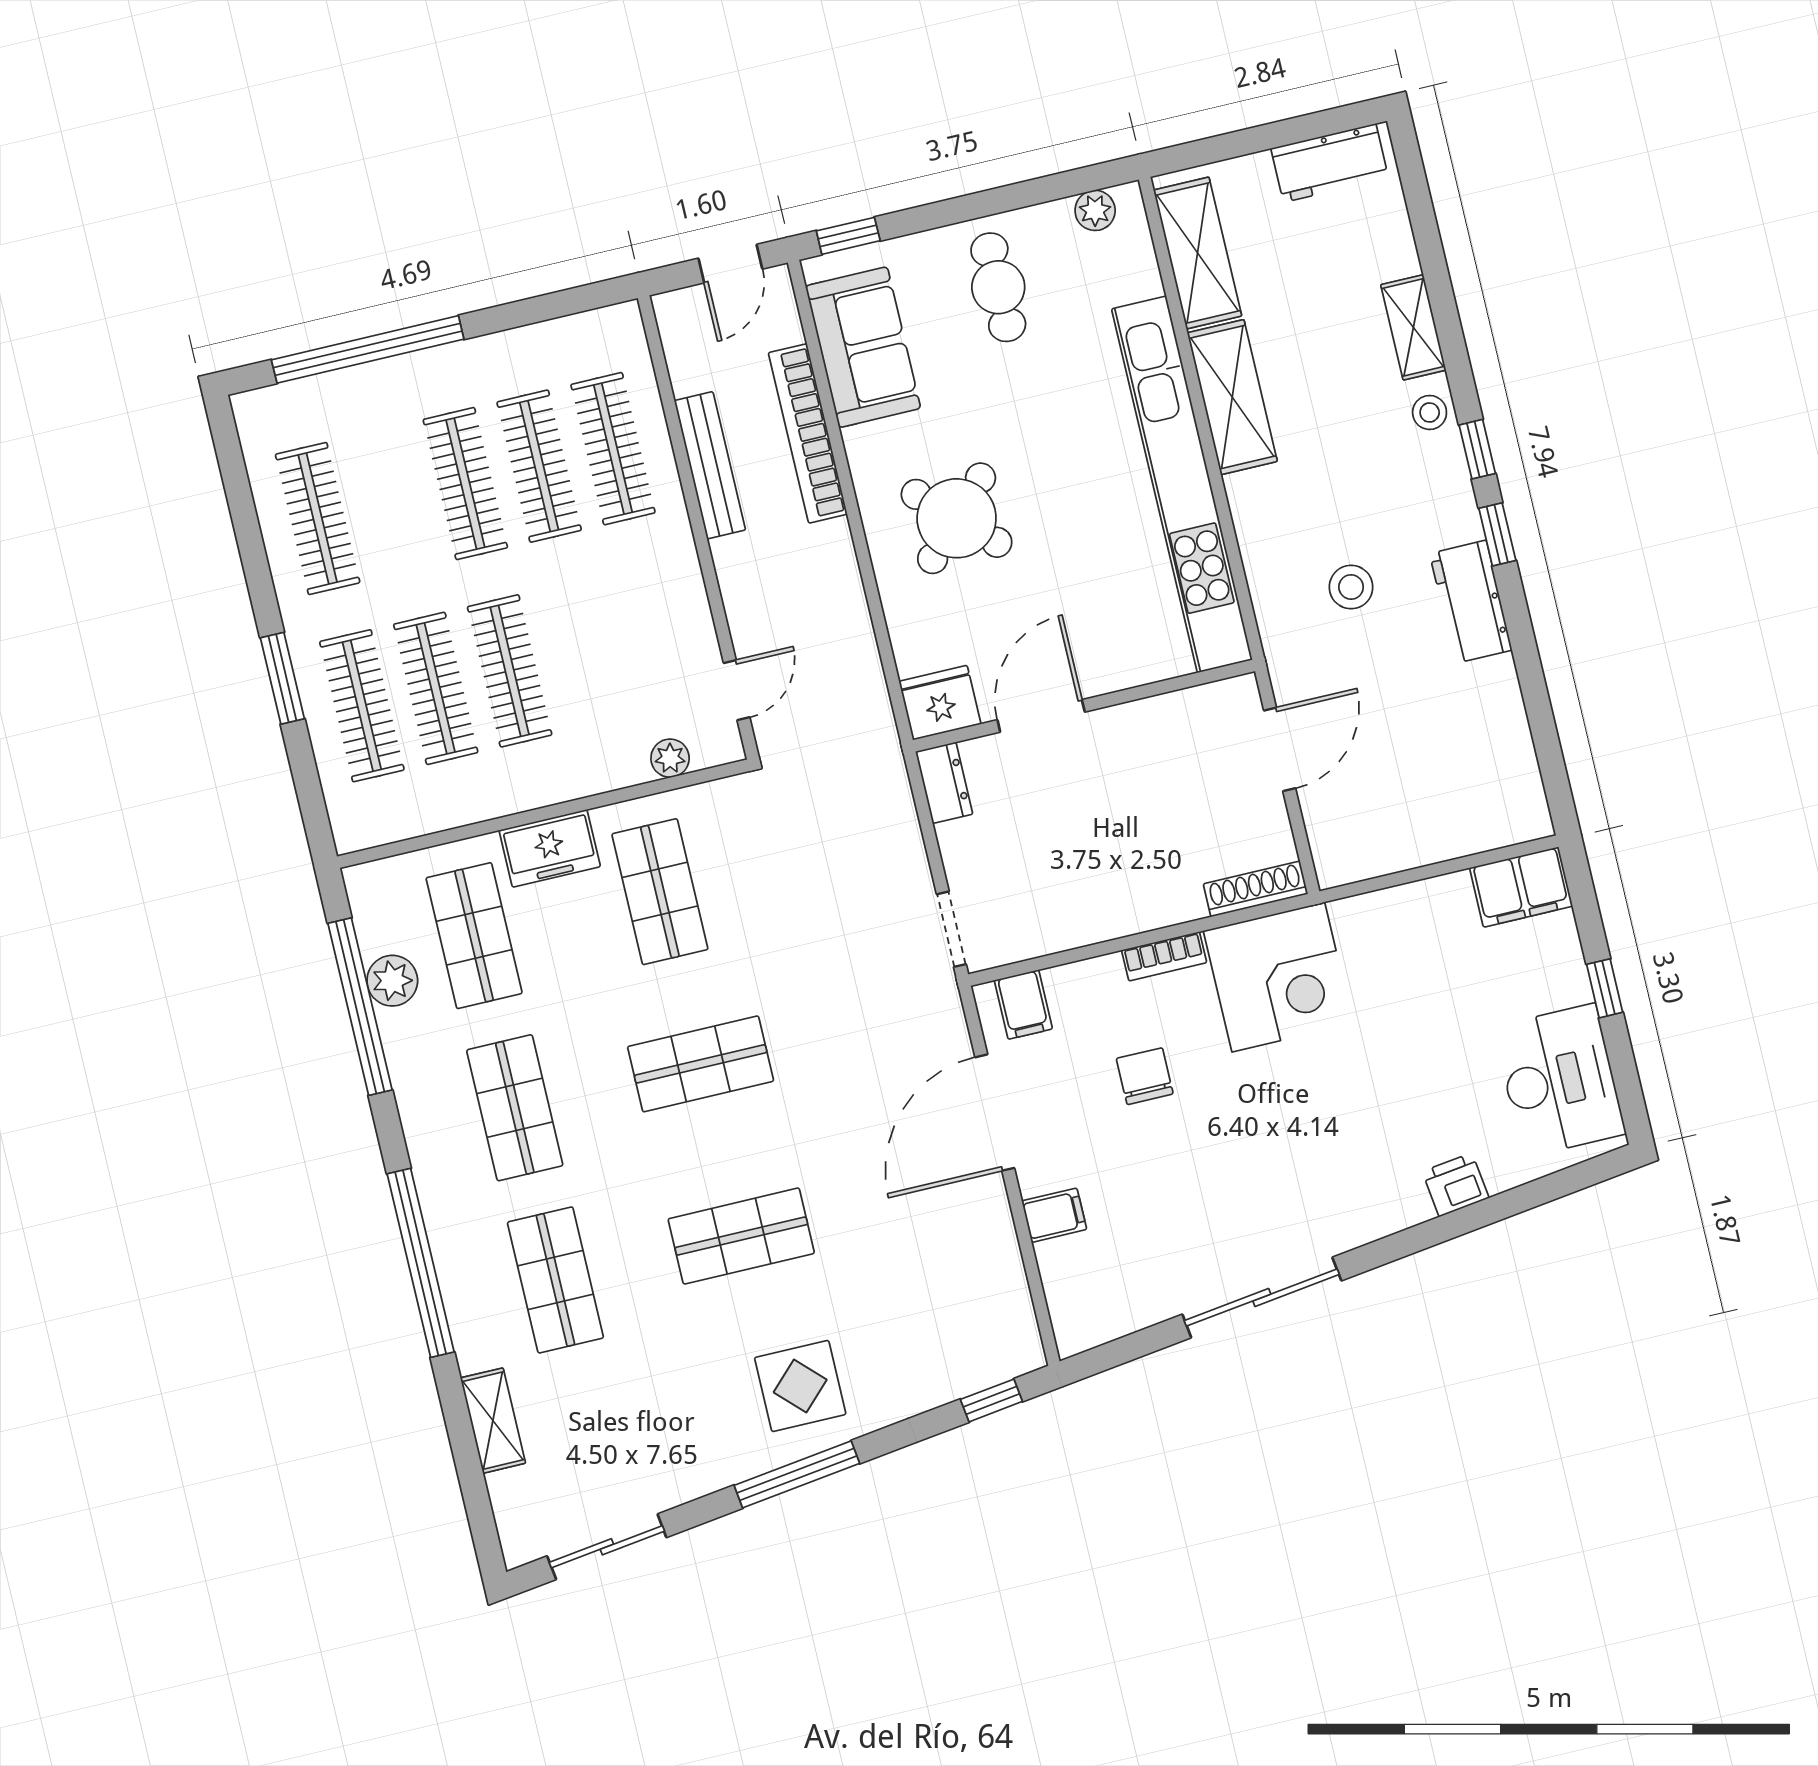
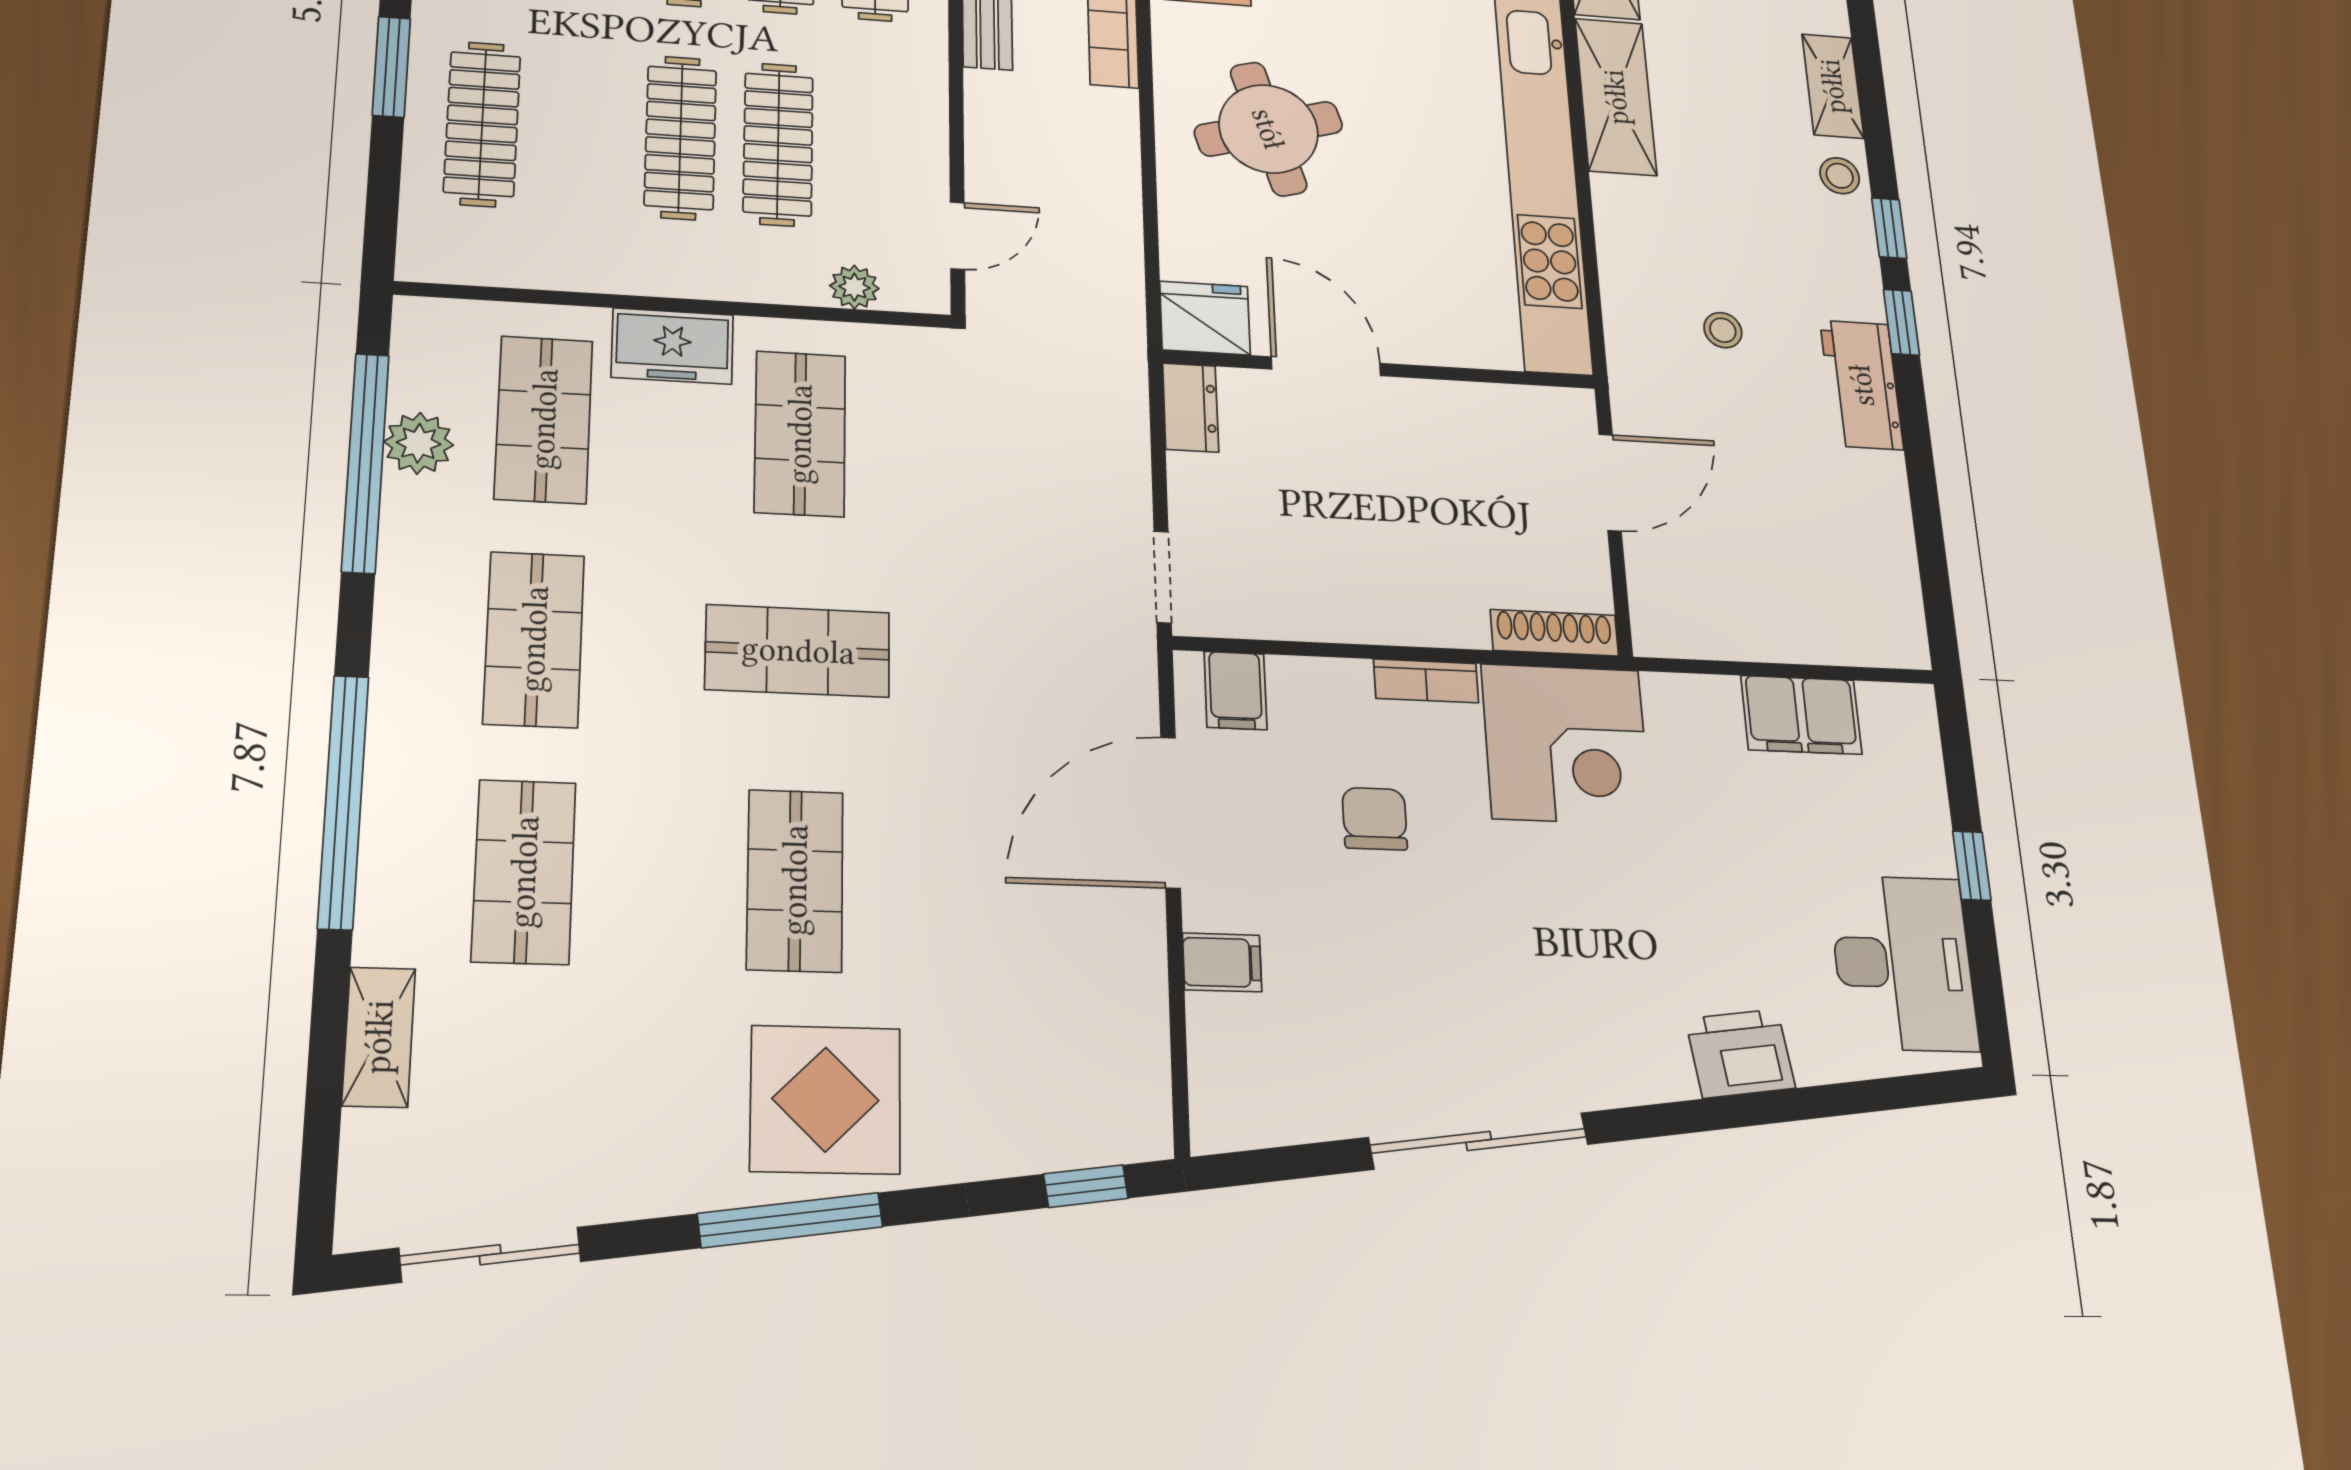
round table: (957, 518) -> (1268, 129), turned 30
stool: (1351, 587) -> (1723, 330), width x0.73, depth x0.73
clothes rail: (436, 688) -> (778, 144), moved
door: (1041, 716) -> (1326, 366), hinge flipped
filing cabinet: (1521, 887) -> (1801, 715), moved
printer: (1456, 1185) -> (1740, 1053), width x1.36, depth x1.24
shop shelf: (741, 1236) -> (795, 880), turned 90
display table: (800, 1386) -> (825, 1099), width x1.36, depth x1.36

